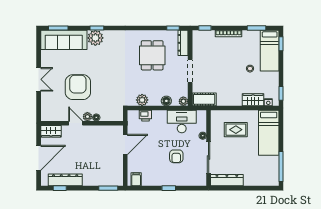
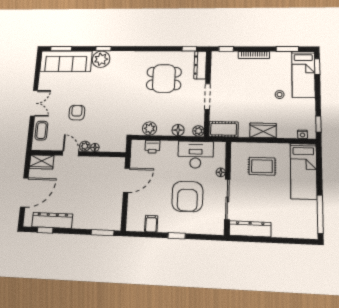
dining table: (152, 55) -> (164, 79), turned 90
armchair: (78, 87) -> (77, 113), width x0.53, depth x0.53
wardrobe: (253, 100) -> (263, 130), moved
coffee table: (48, 104) -> (41, 131), added
armchair: (176, 156) -> (187, 197), width x1.88, depth x1.88
filing cabinet: (136, 179) -> (151, 224), moved

